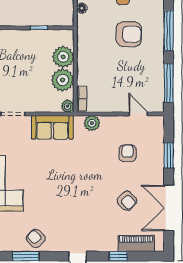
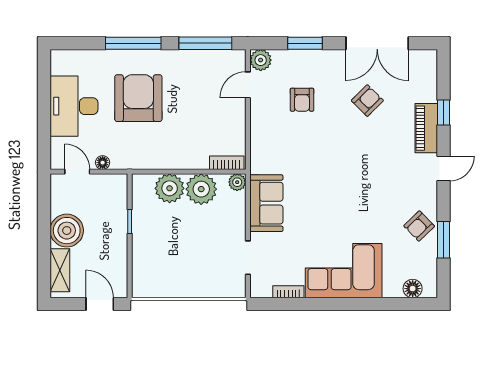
armchair: (129, 34) -> (138, 98), width x1.36, depth x1.36
plant: (92, 123) -> (261, 60), moved
armchair: (128, 153) -> (302, 100), turned -90
piano: (136, 244) -> (426, 128), moved

